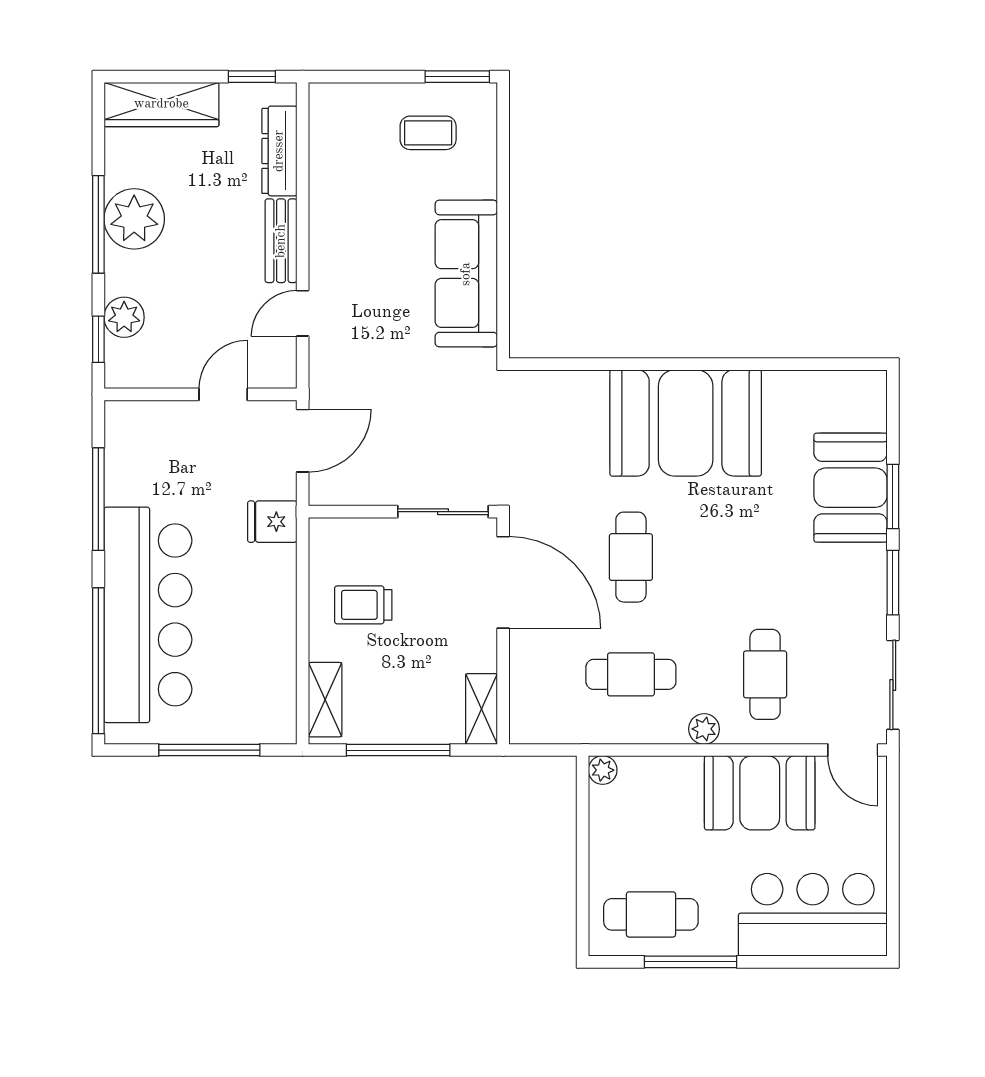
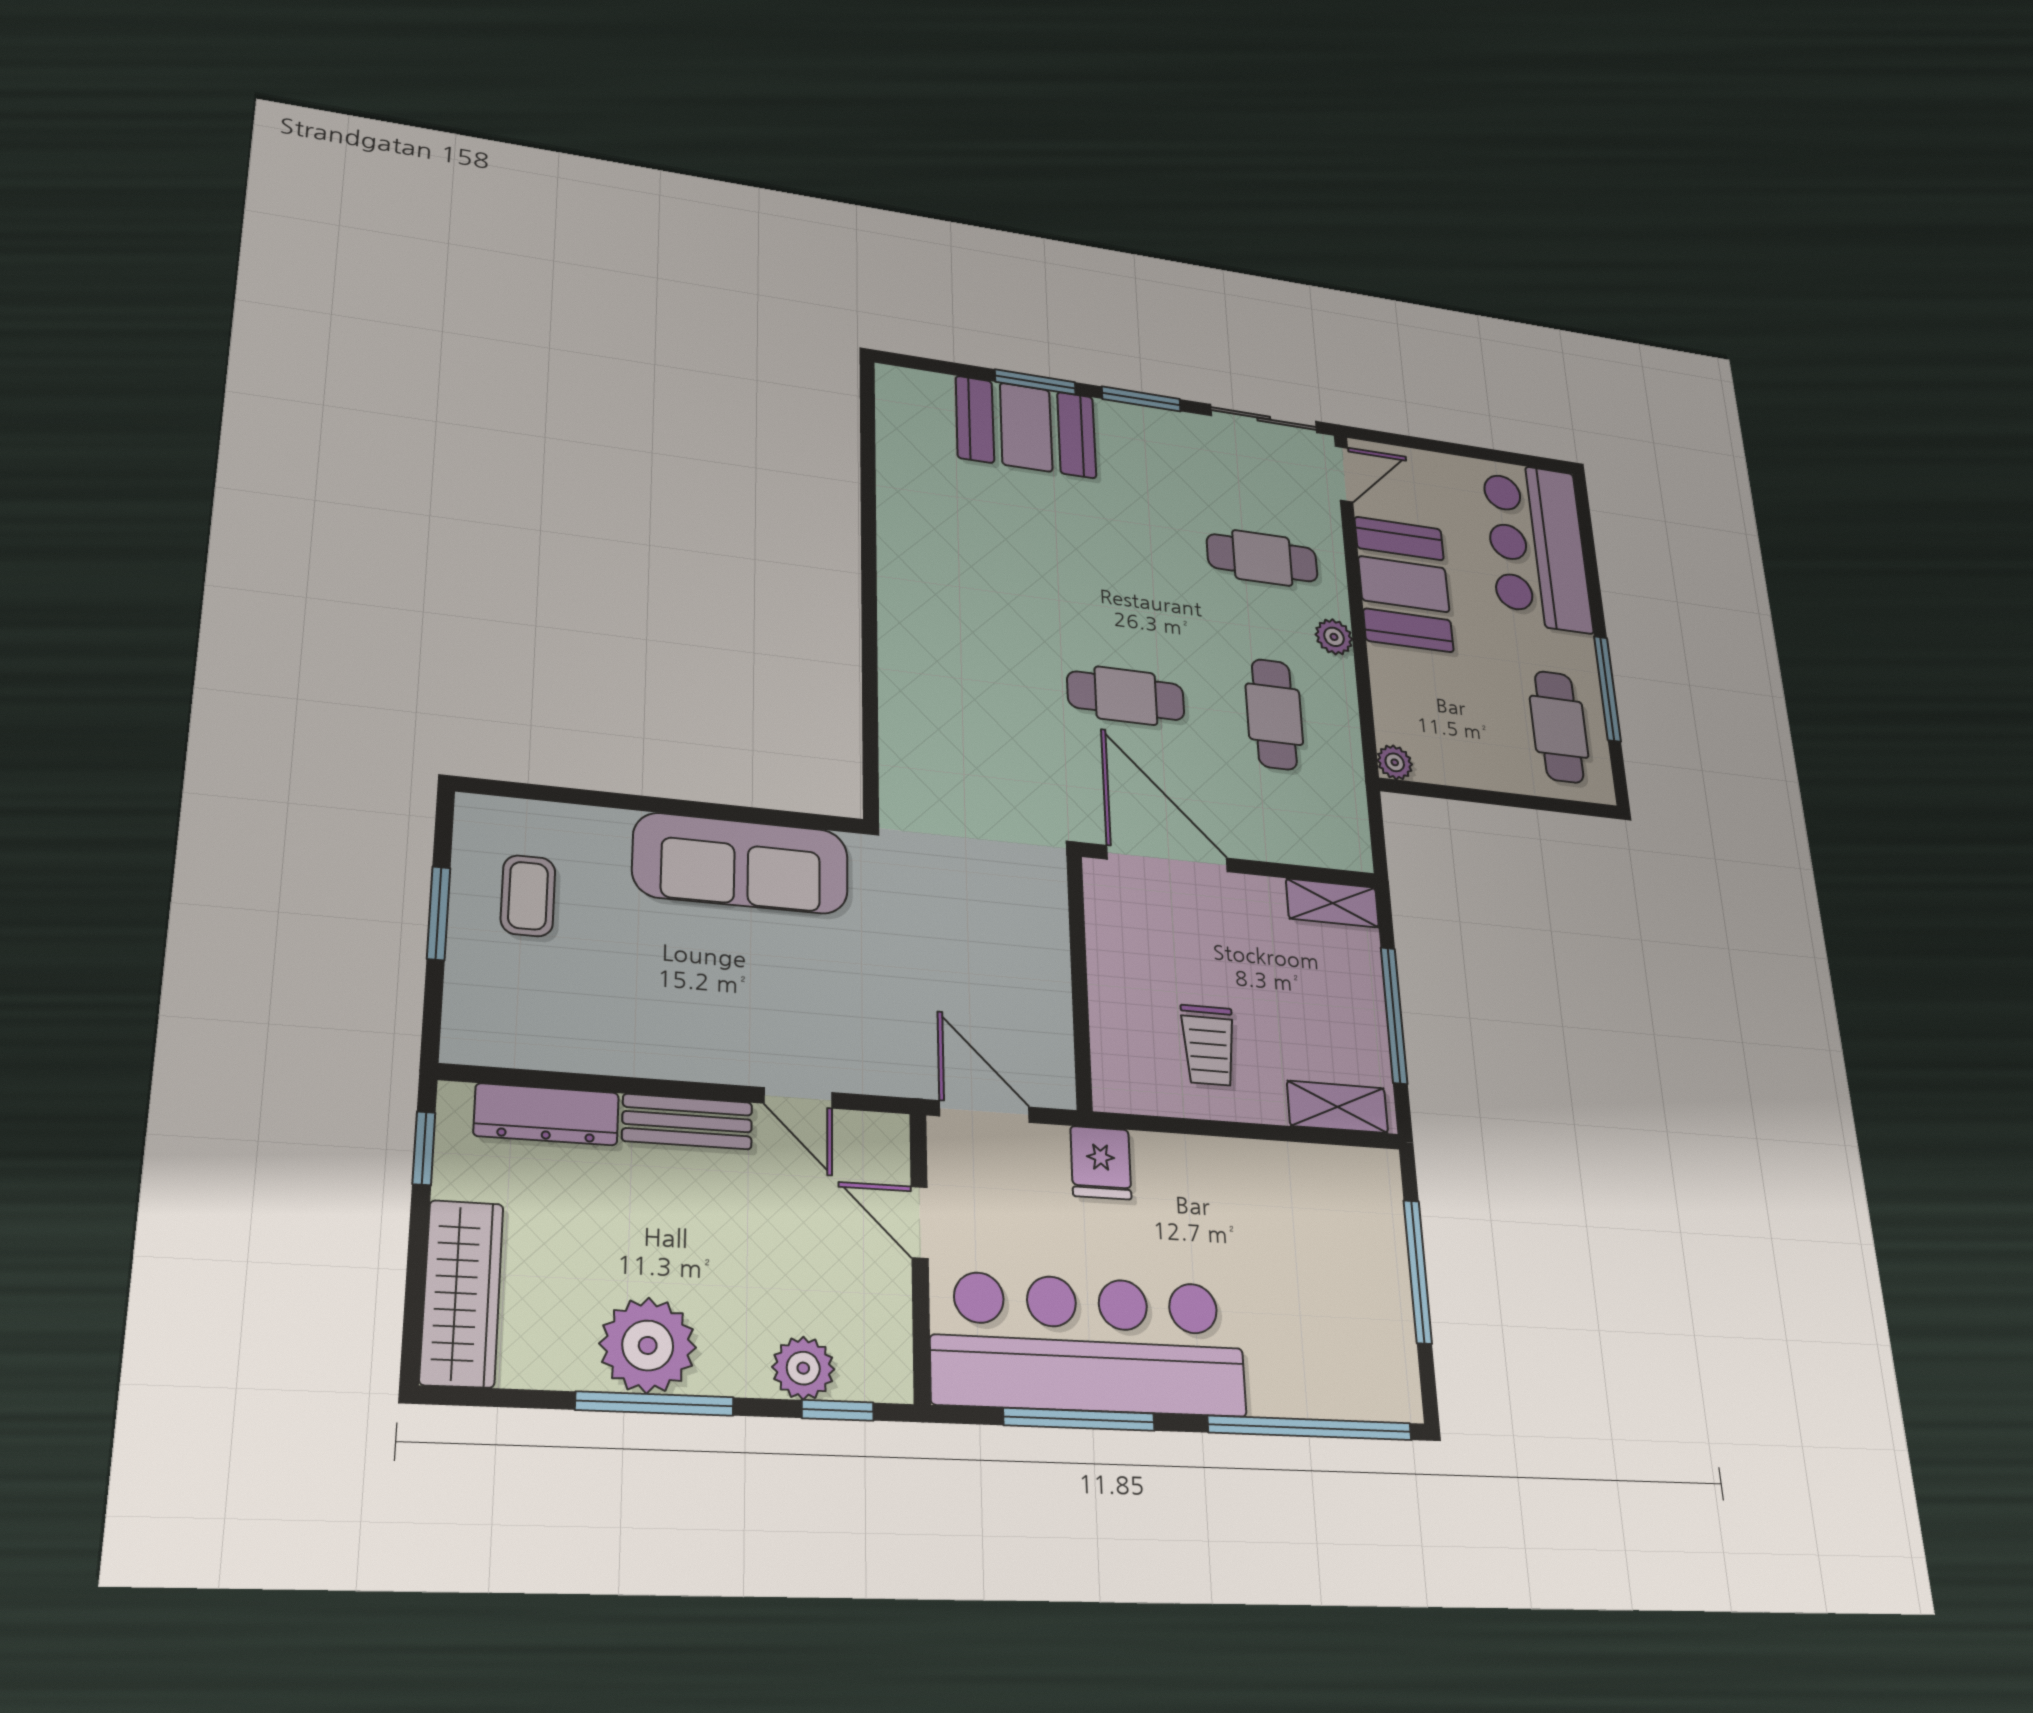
window: (457, 77) -> (439, 913), moved
booth: (686, 423) -> (948, 607), removed
sliding door: (443, 512) -> (1077, 927), removed
door: (503, 582) -> (1167, 859), hinge flipped
bar counter: (148, 615) -> (1089, 1344), moved

